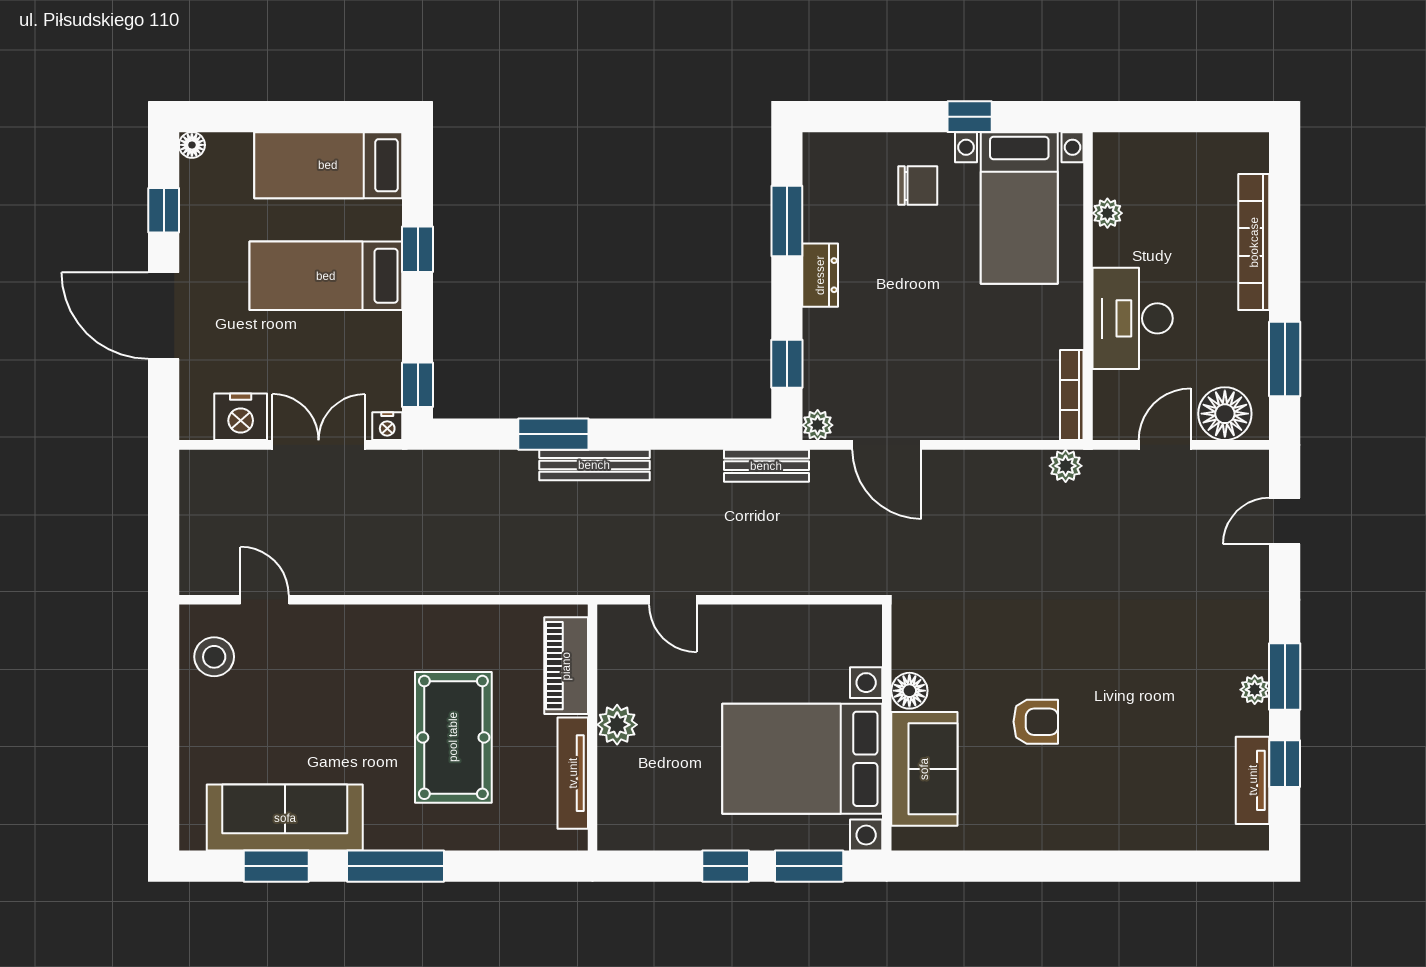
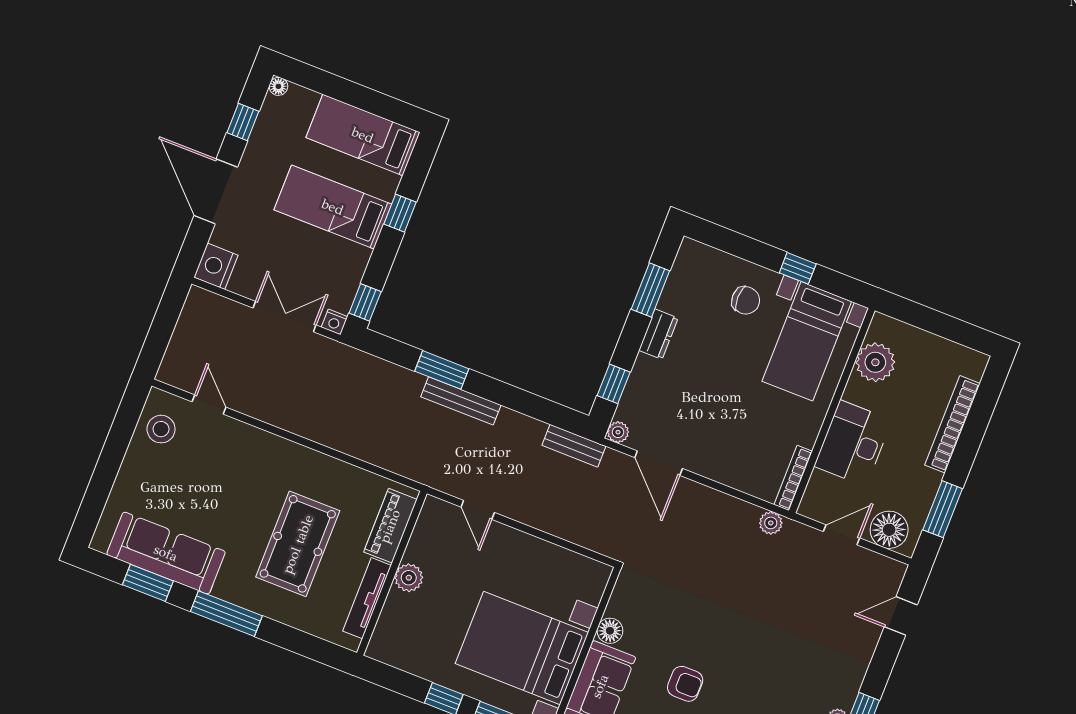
plant: (1107, 213) -> (875, 362), width x1.87, depth x1.87
nightstand: (241, 417) -> (216, 266), moved, turned 90

